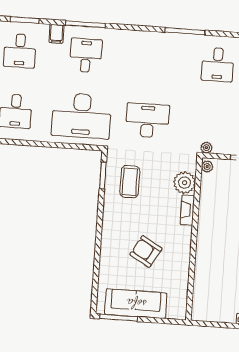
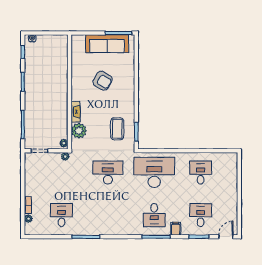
desk: (147, 120) -> (108, 173), turned 180

